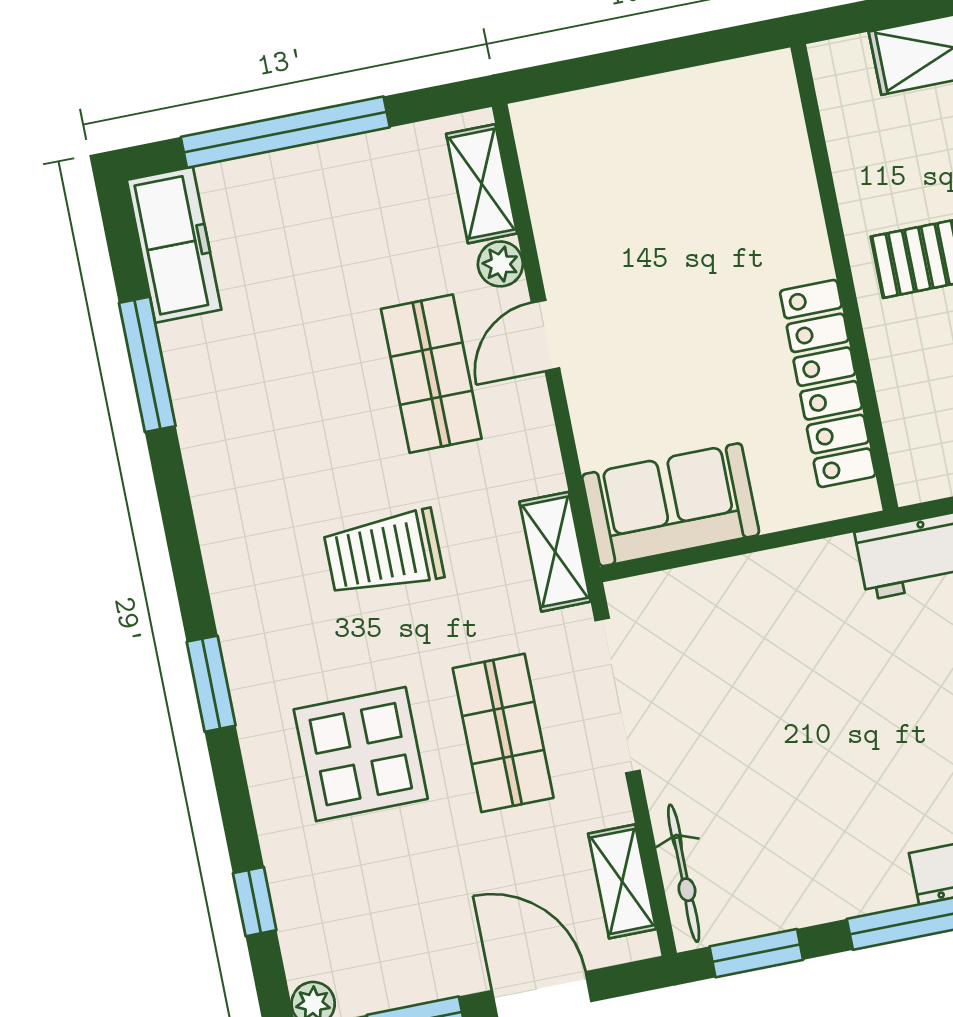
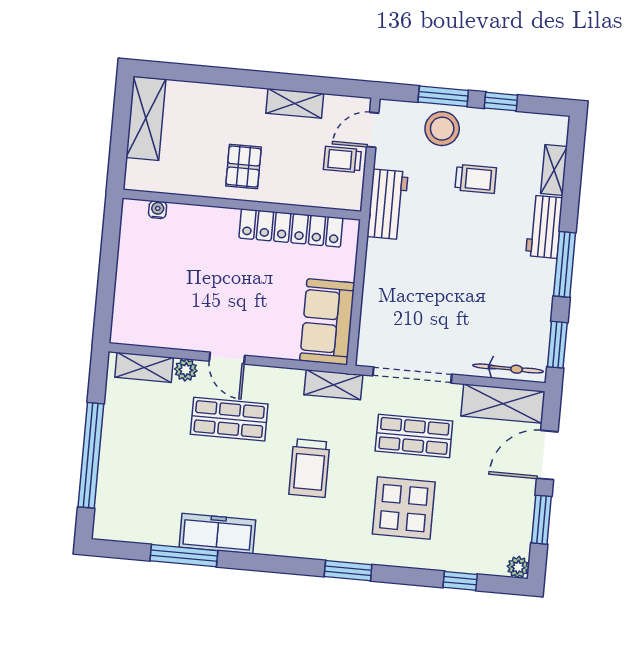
water cooler: (788, 121) -> (158, 210), added
freezer: (174, 245) -> (217, 534), moved
shelving: (622, 881) -> (503, 404), width x1.50, depth x1.33

